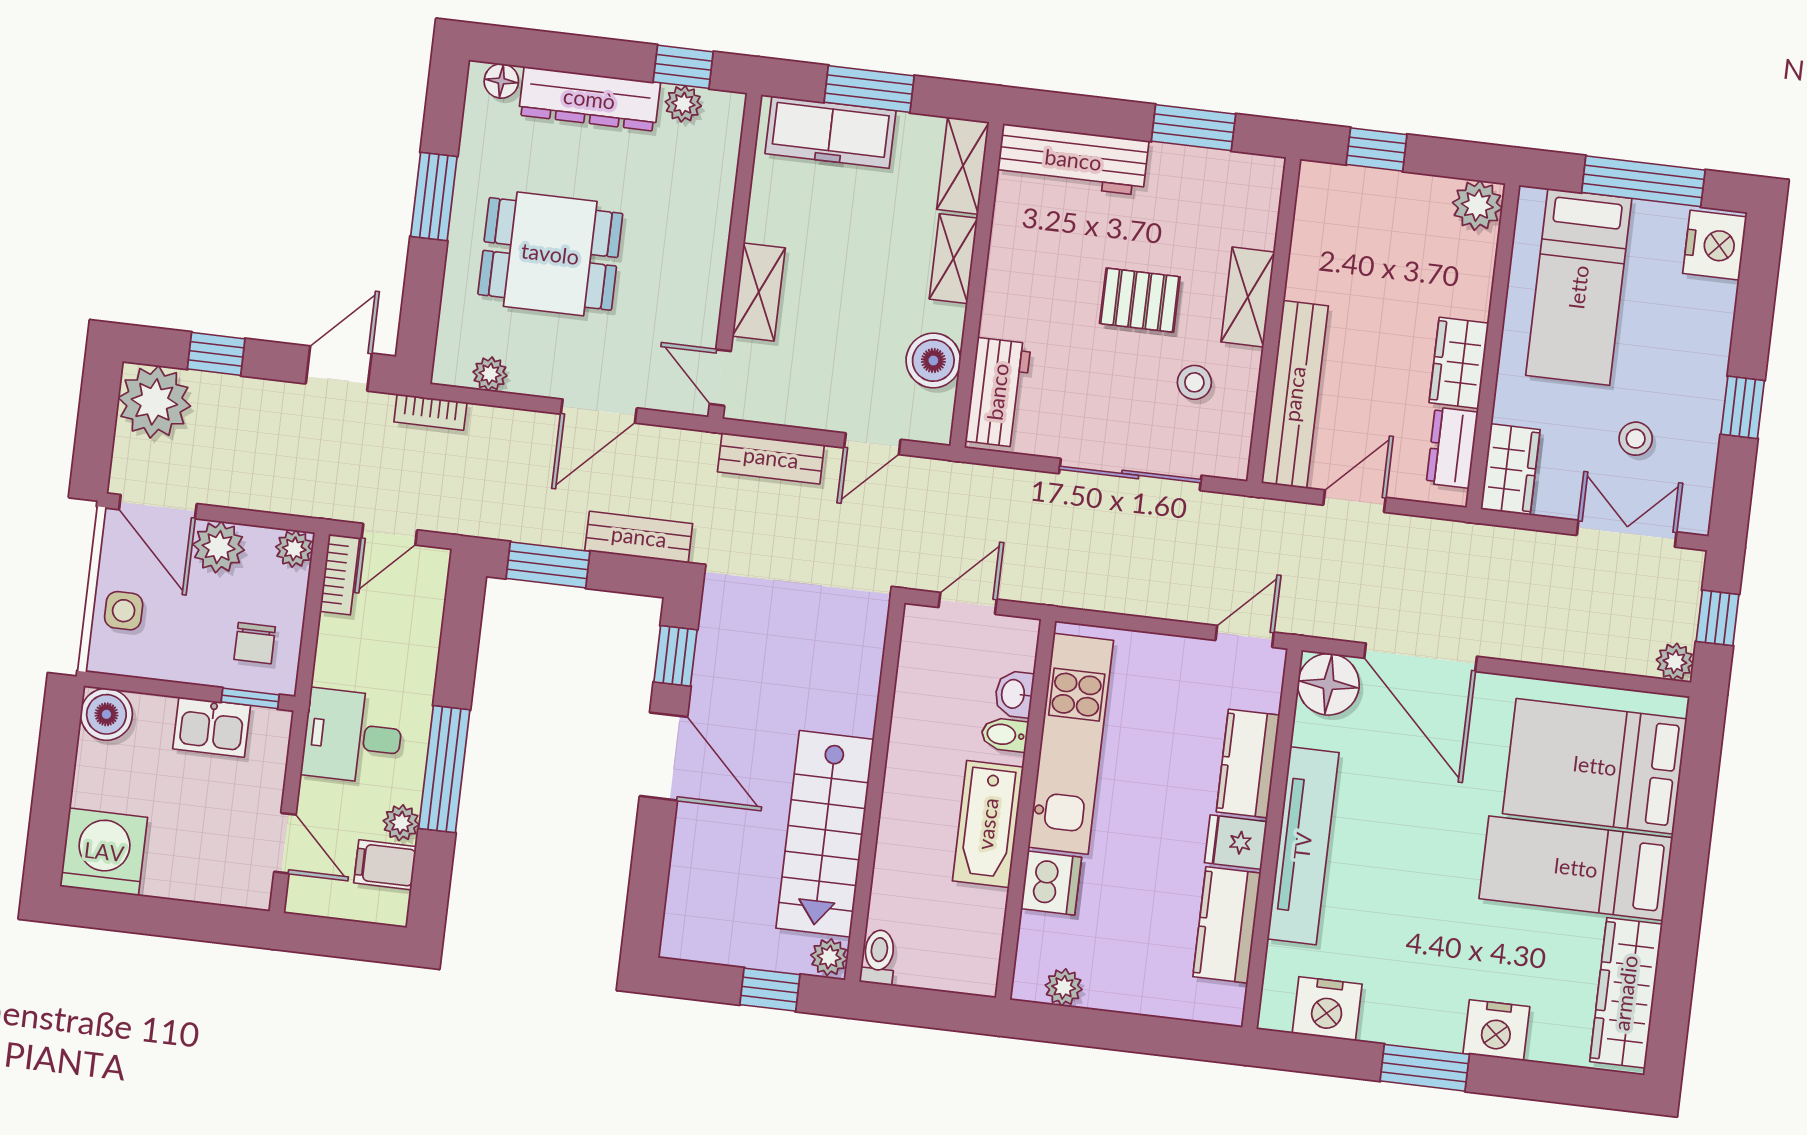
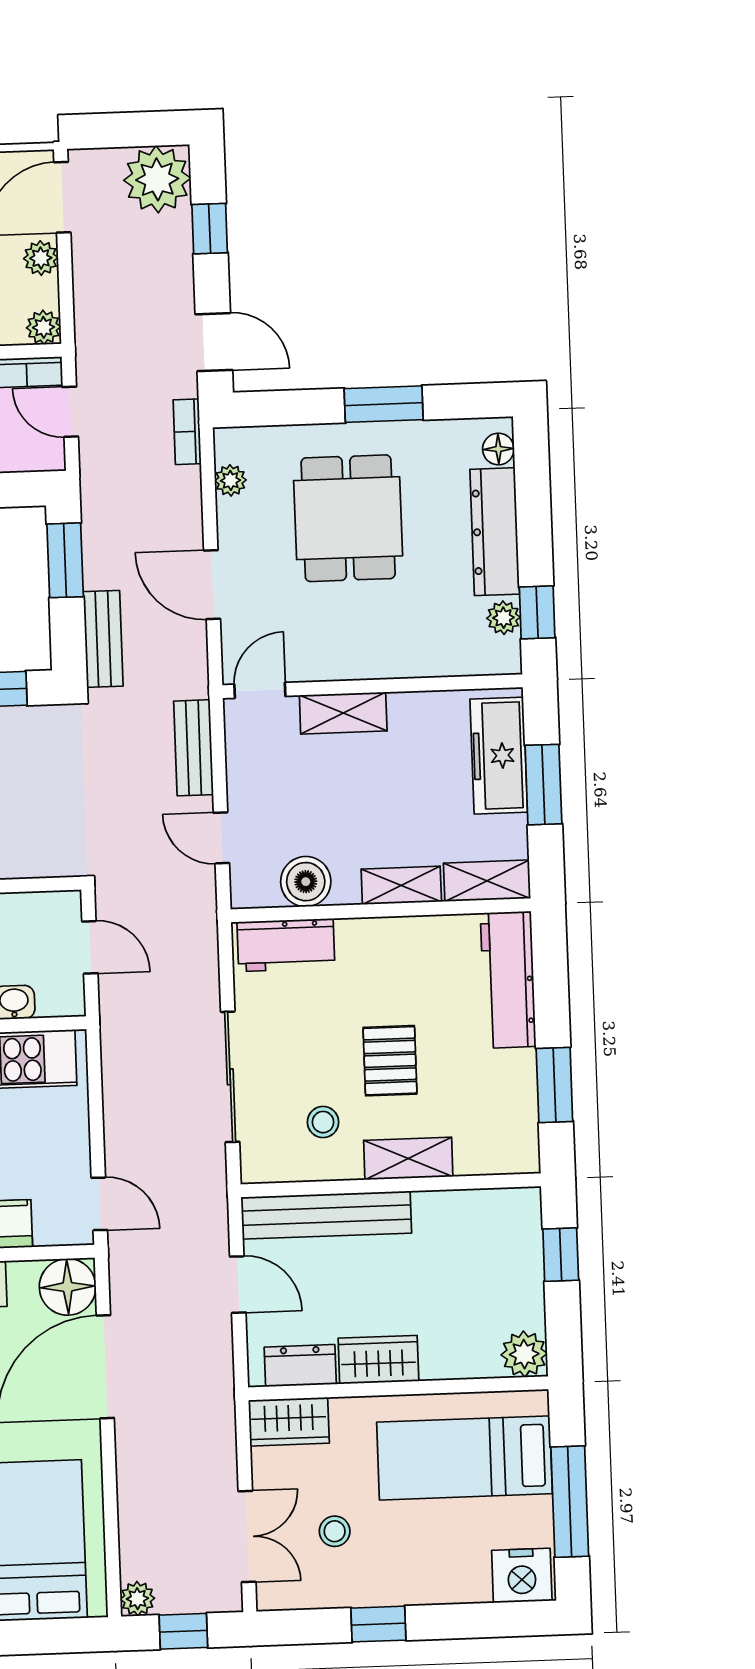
plant: (219, 547) -> (41, 258), width x0.73, depth x0.73

